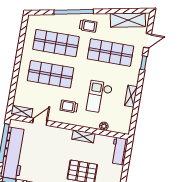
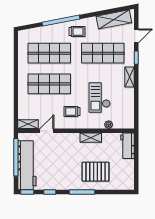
shelving: (131, 96) -> (129, 77), moved

